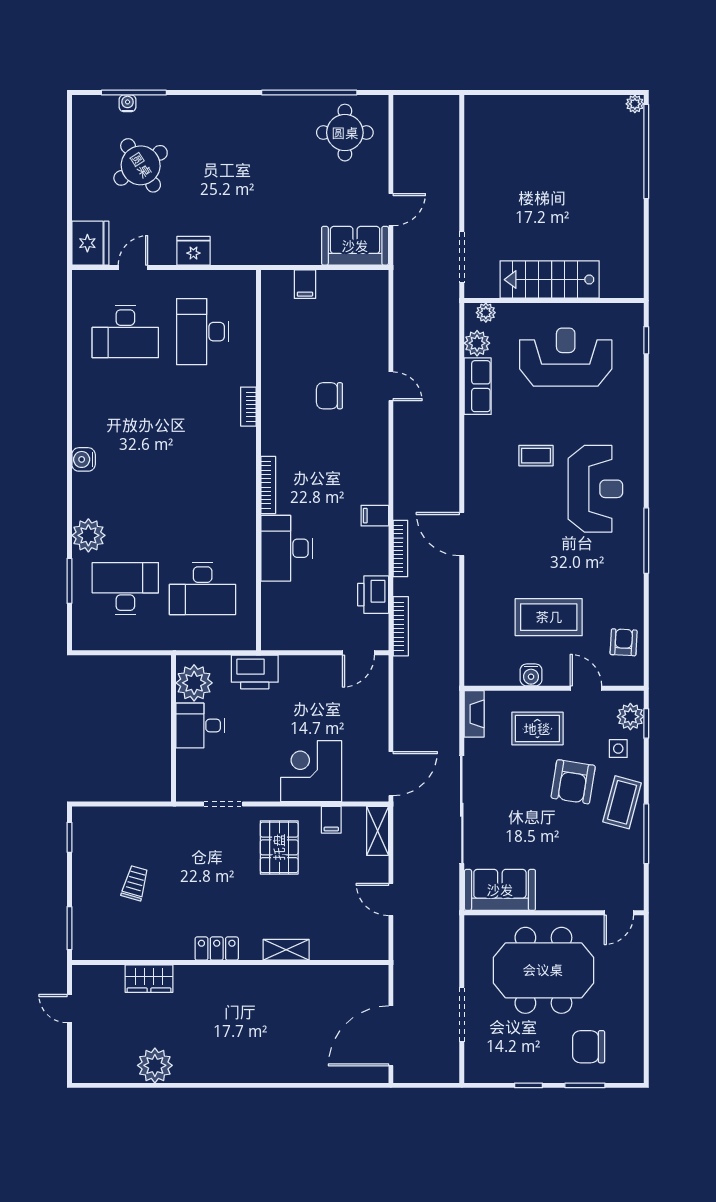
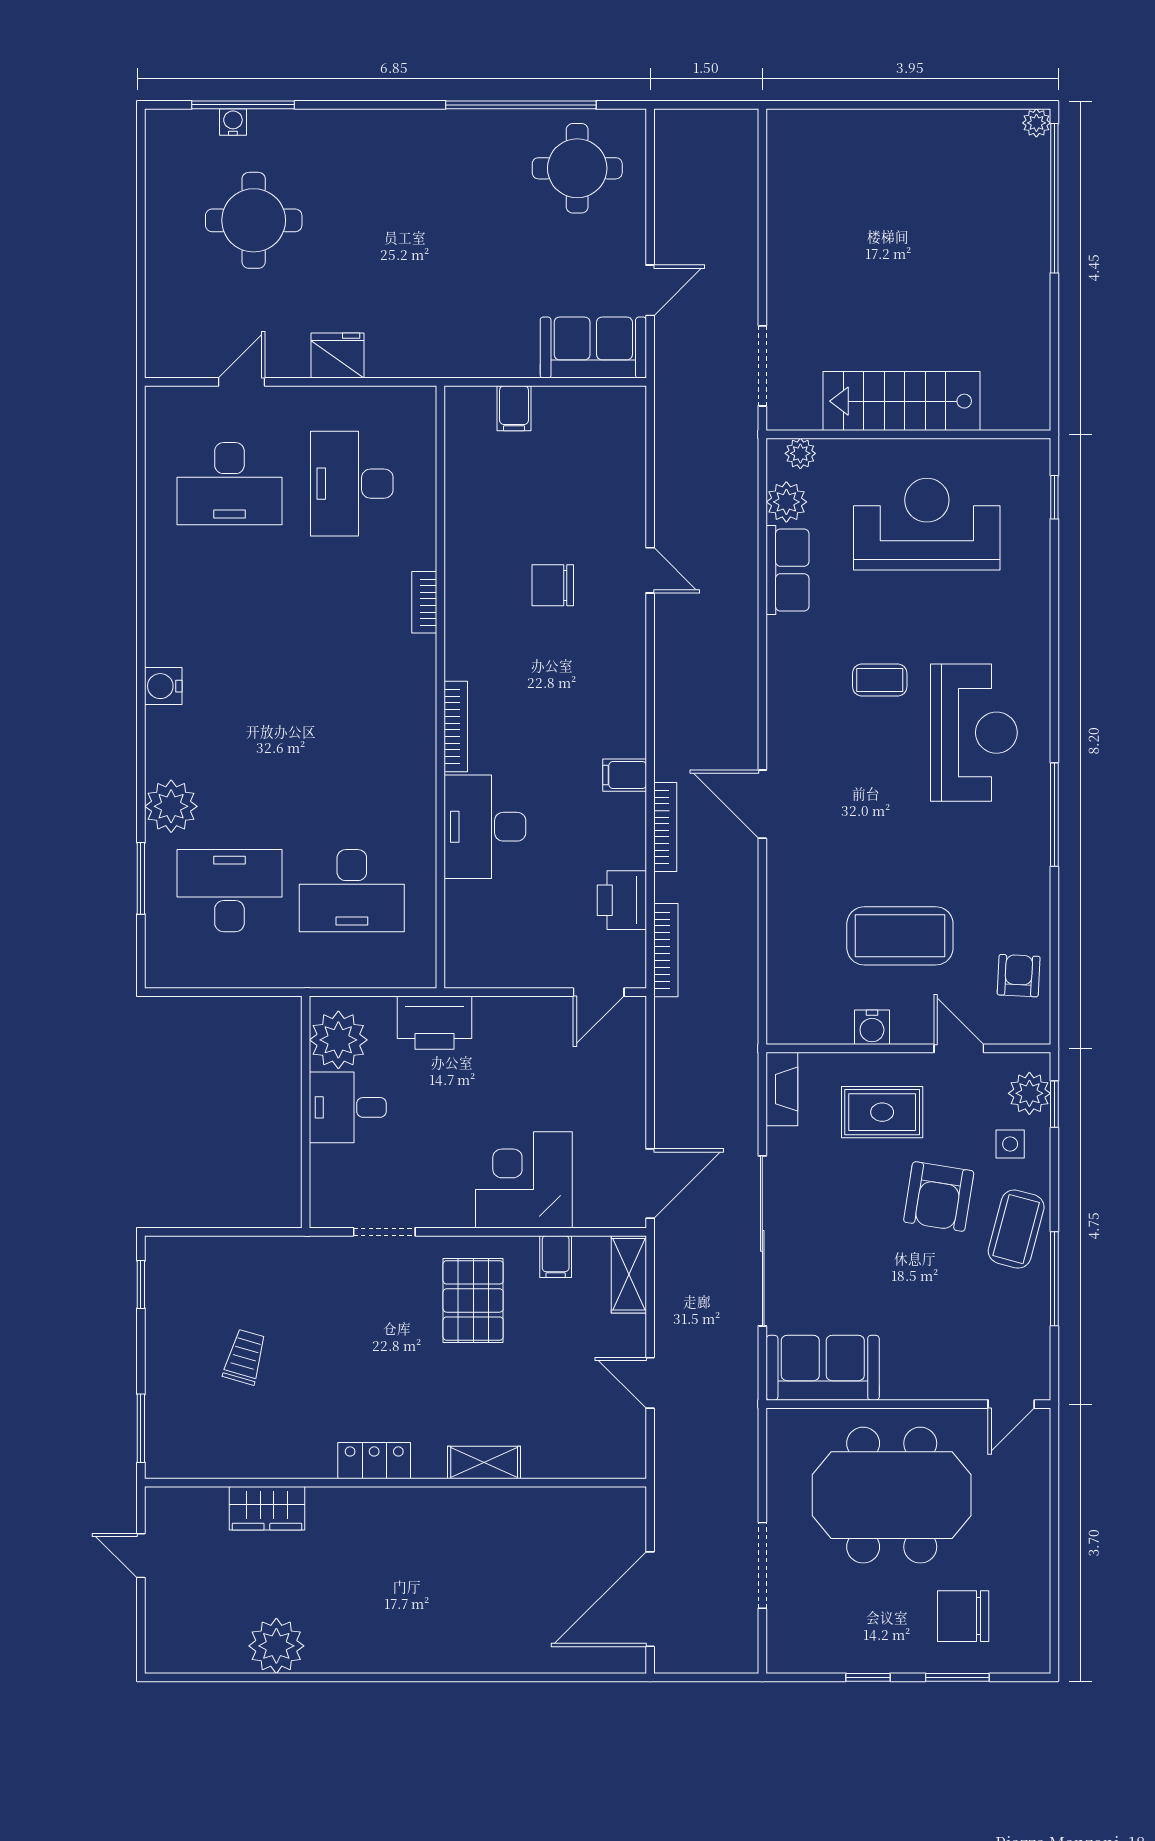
round table: (141, 165) -> (254, 220), turned 33
fridge: (90, 243) -> (174, 343), removed

